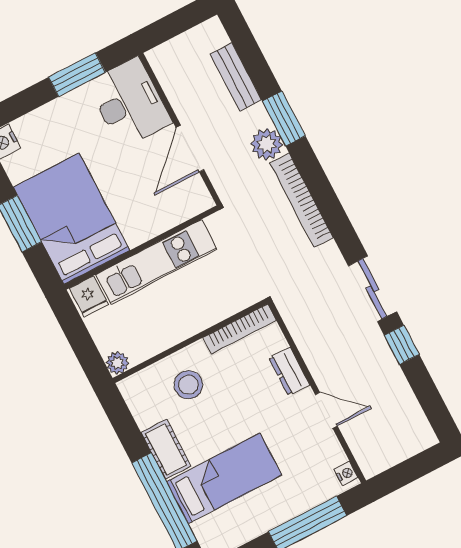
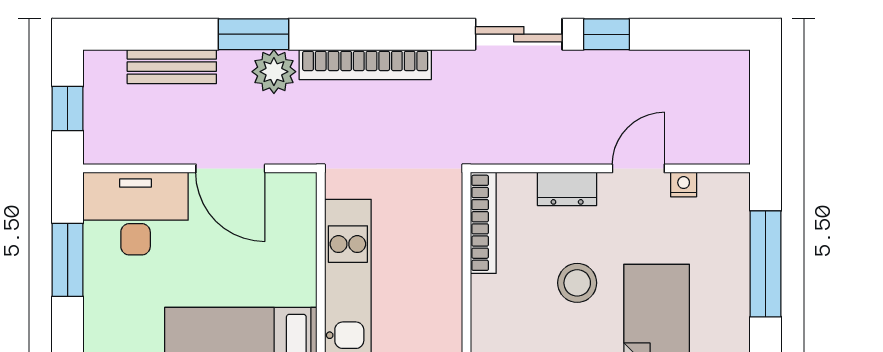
window: (174, 24) -> (68, 109), added
stool: (188, 385) -> (577, 283), moved
nightstand: (346, 474) -> (684, 185), moved

